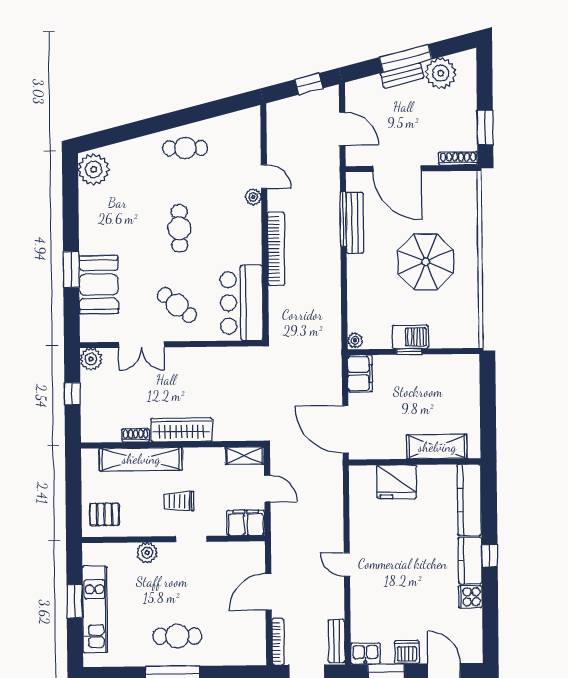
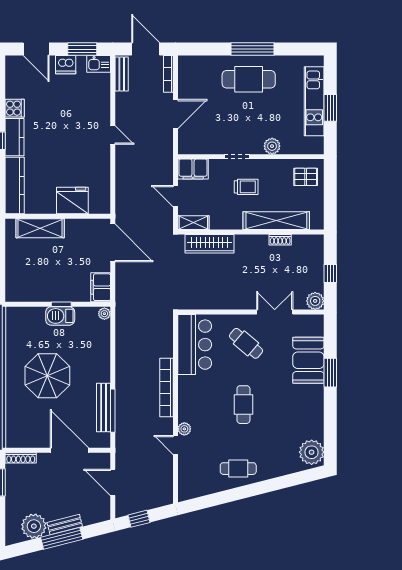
wardrobe: (182, 430) -> (210, 244), moved
cafe table: (177, 636) -> (249, 79), width x1.37, depth x1.35

